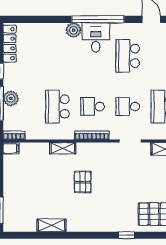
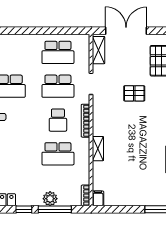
school desk: (128, 107) -> (58, 86), width x1.85
pallet: (83, 182) -> (134, 93), moved

